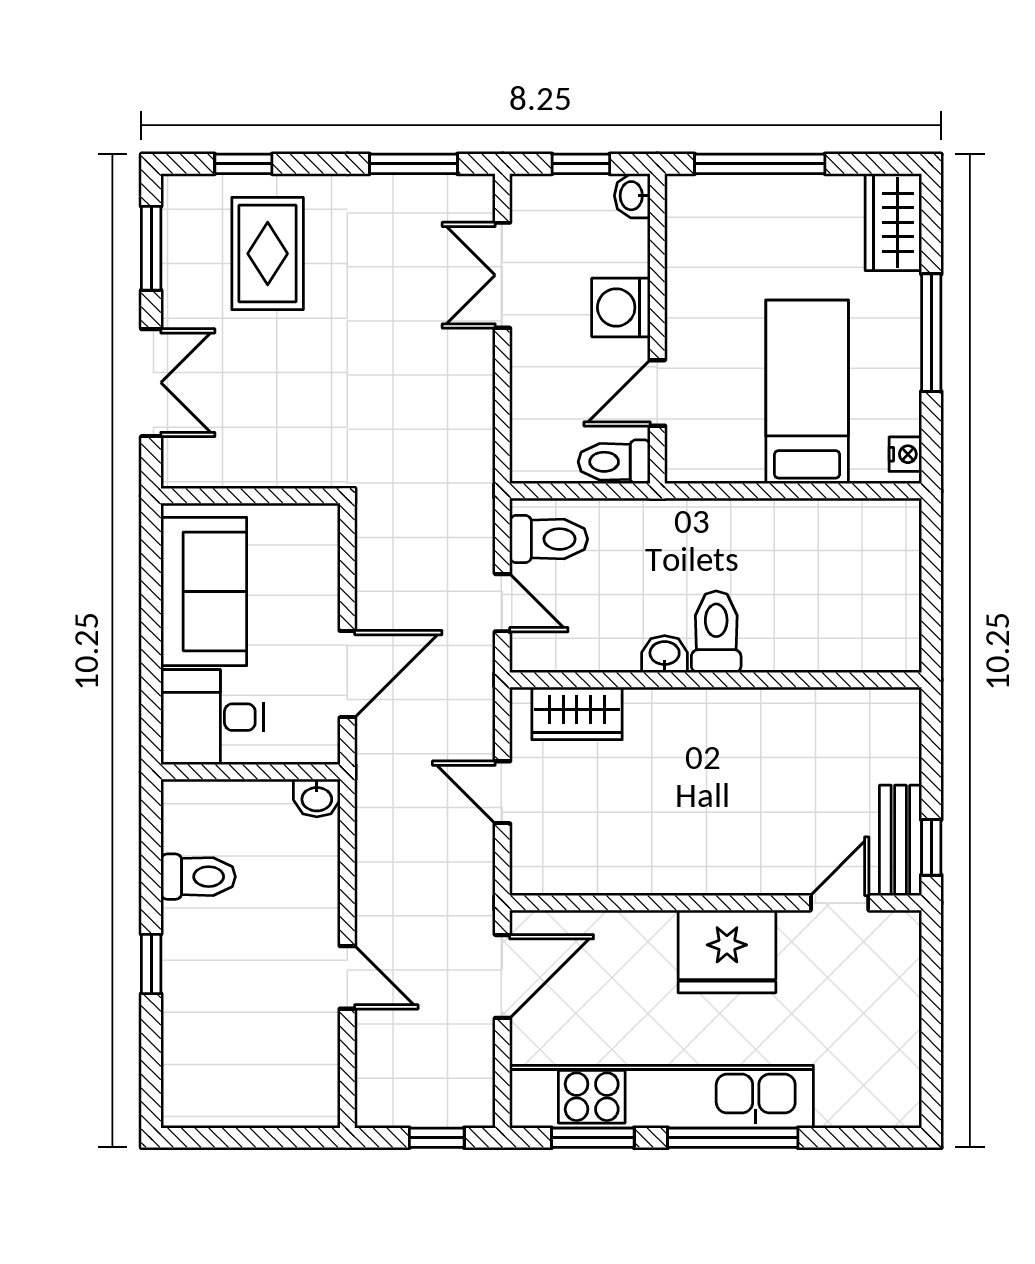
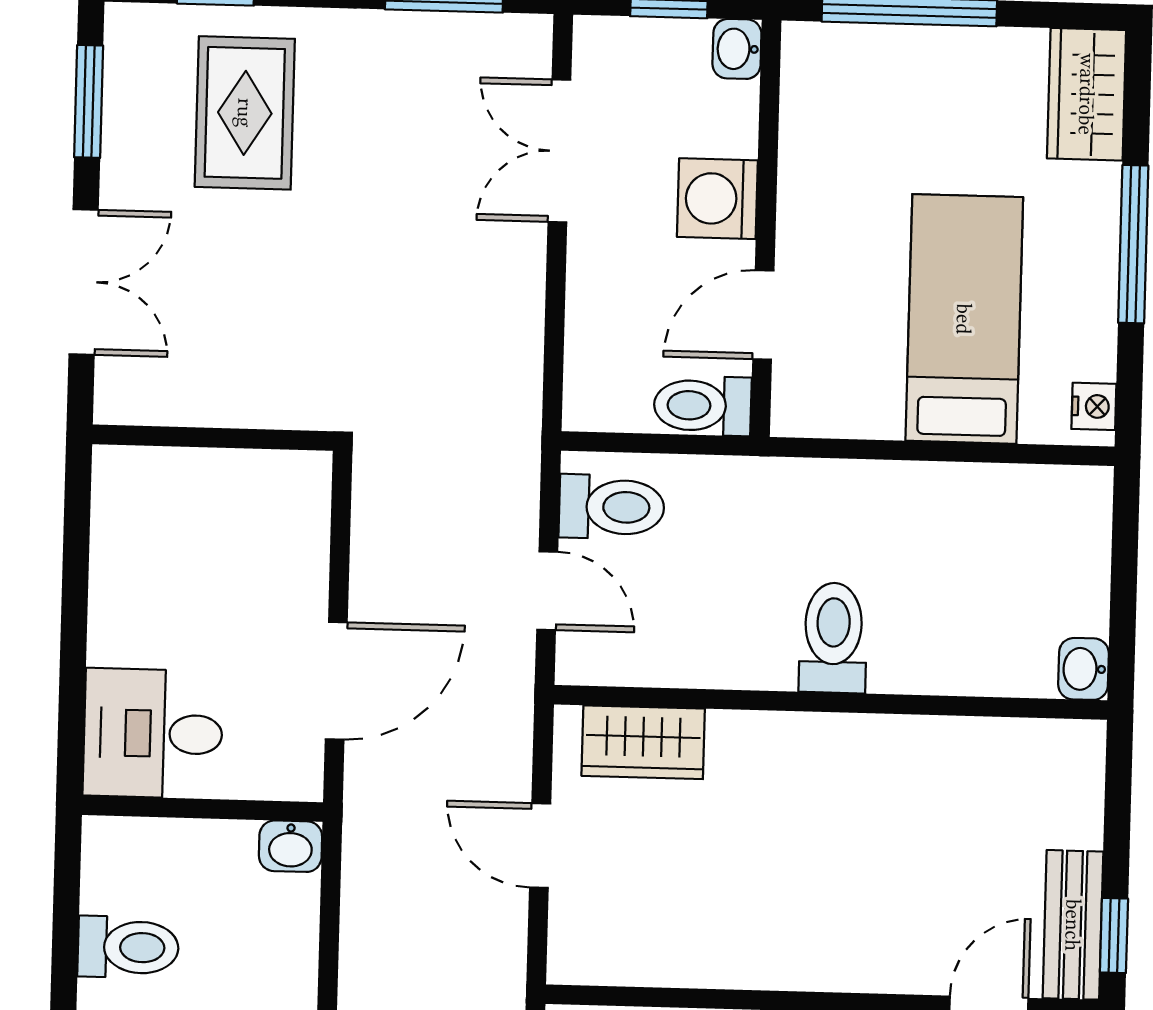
sofa: (204, 591) -> (146, 564), removed
washbasin: (665, 654) -> (1083, 669), moved, turned -90

